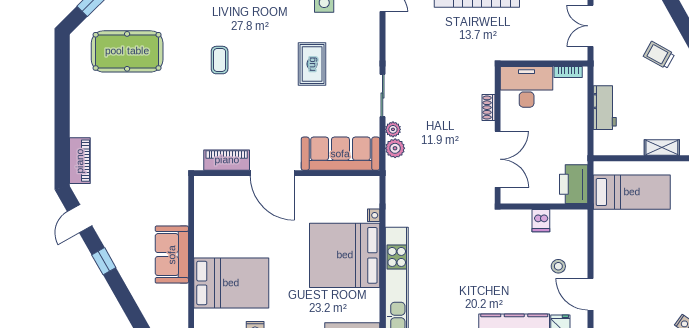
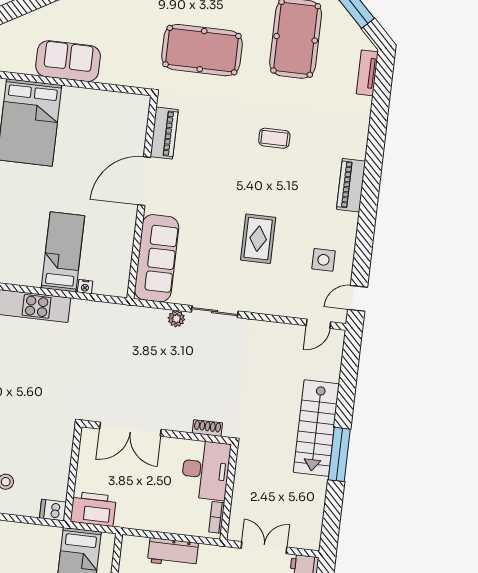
rug: (312, 64) -> (258, 239), turned 90
shoe rack: (489, 108) -> (207, 428), moved
pool table: (148, 135) -> (202, 50), added
plant: (395, 148) -> (155, 318), removed
dishwasher: (541, 221) -> (53, 510), moved
bed: (345, 255) -> (63, 252), width x0.49

